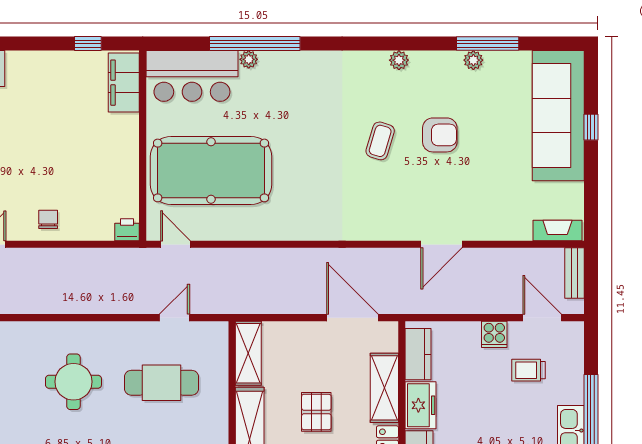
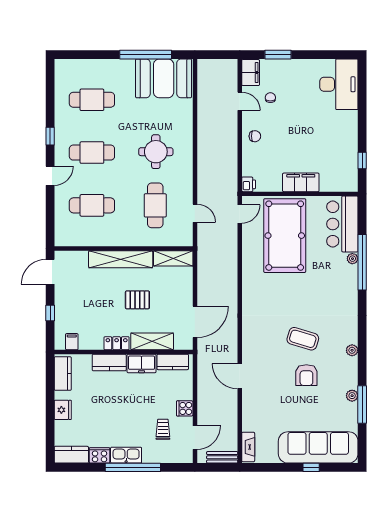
filing cabinet: (124, 83) -> (301, 182), moved
coffee table: (380, 141) -> (303, 339), width x1.36, depth x1.30

